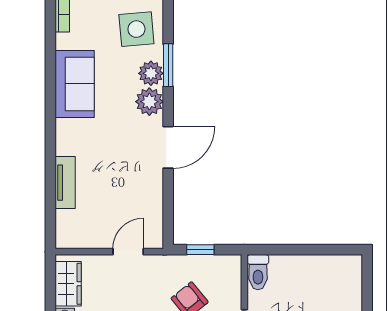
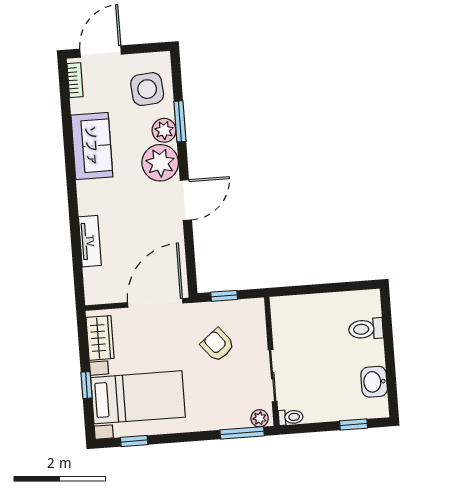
plant: (149, 102) -> (160, 163), width x1.36, depth x1.36
door: (128, 252) -> (155, 303), width x1.87
toilet: (258, 272) -> (366, 329), moved, turned 90

